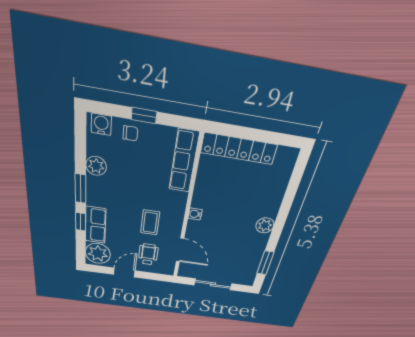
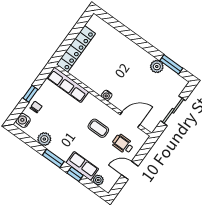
plant: (265, 225) -> (157, 67), moved
plant: (98, 253) -> (98, 180), width x0.53, depth x0.53
door: (124, 273) -> (130, 170), hinge flipped

